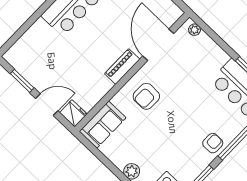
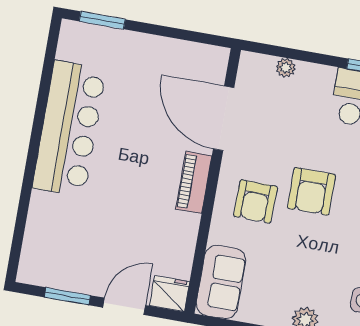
plant: (194, 30) -> (286, 68), moved
armchair: (177, 110) -> (312, 191), added

